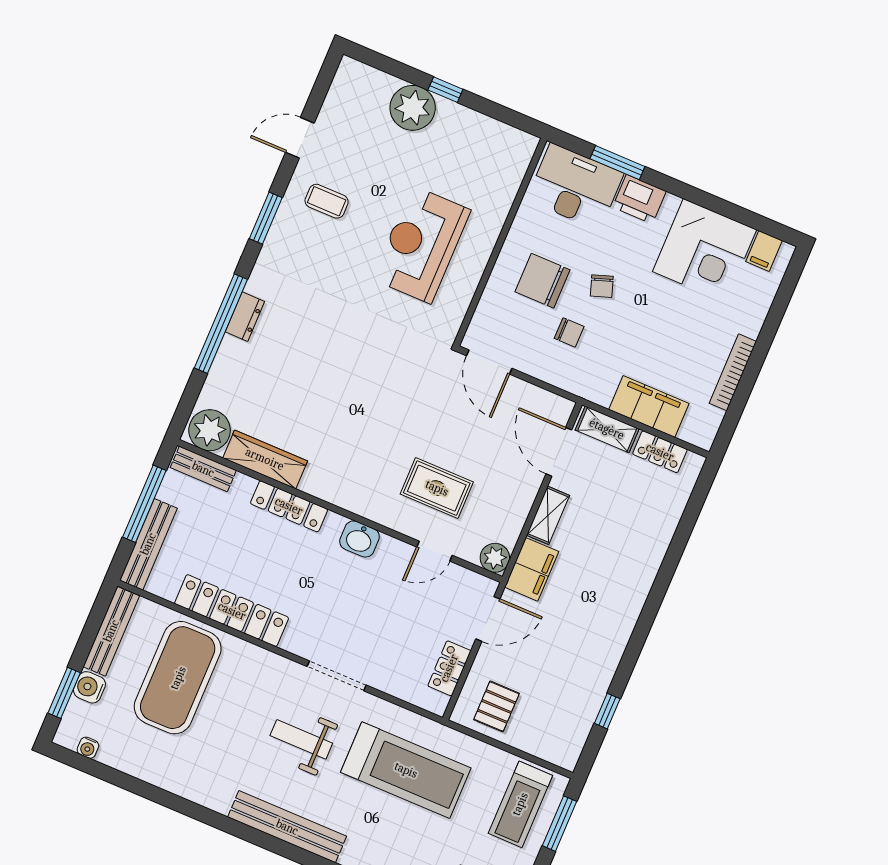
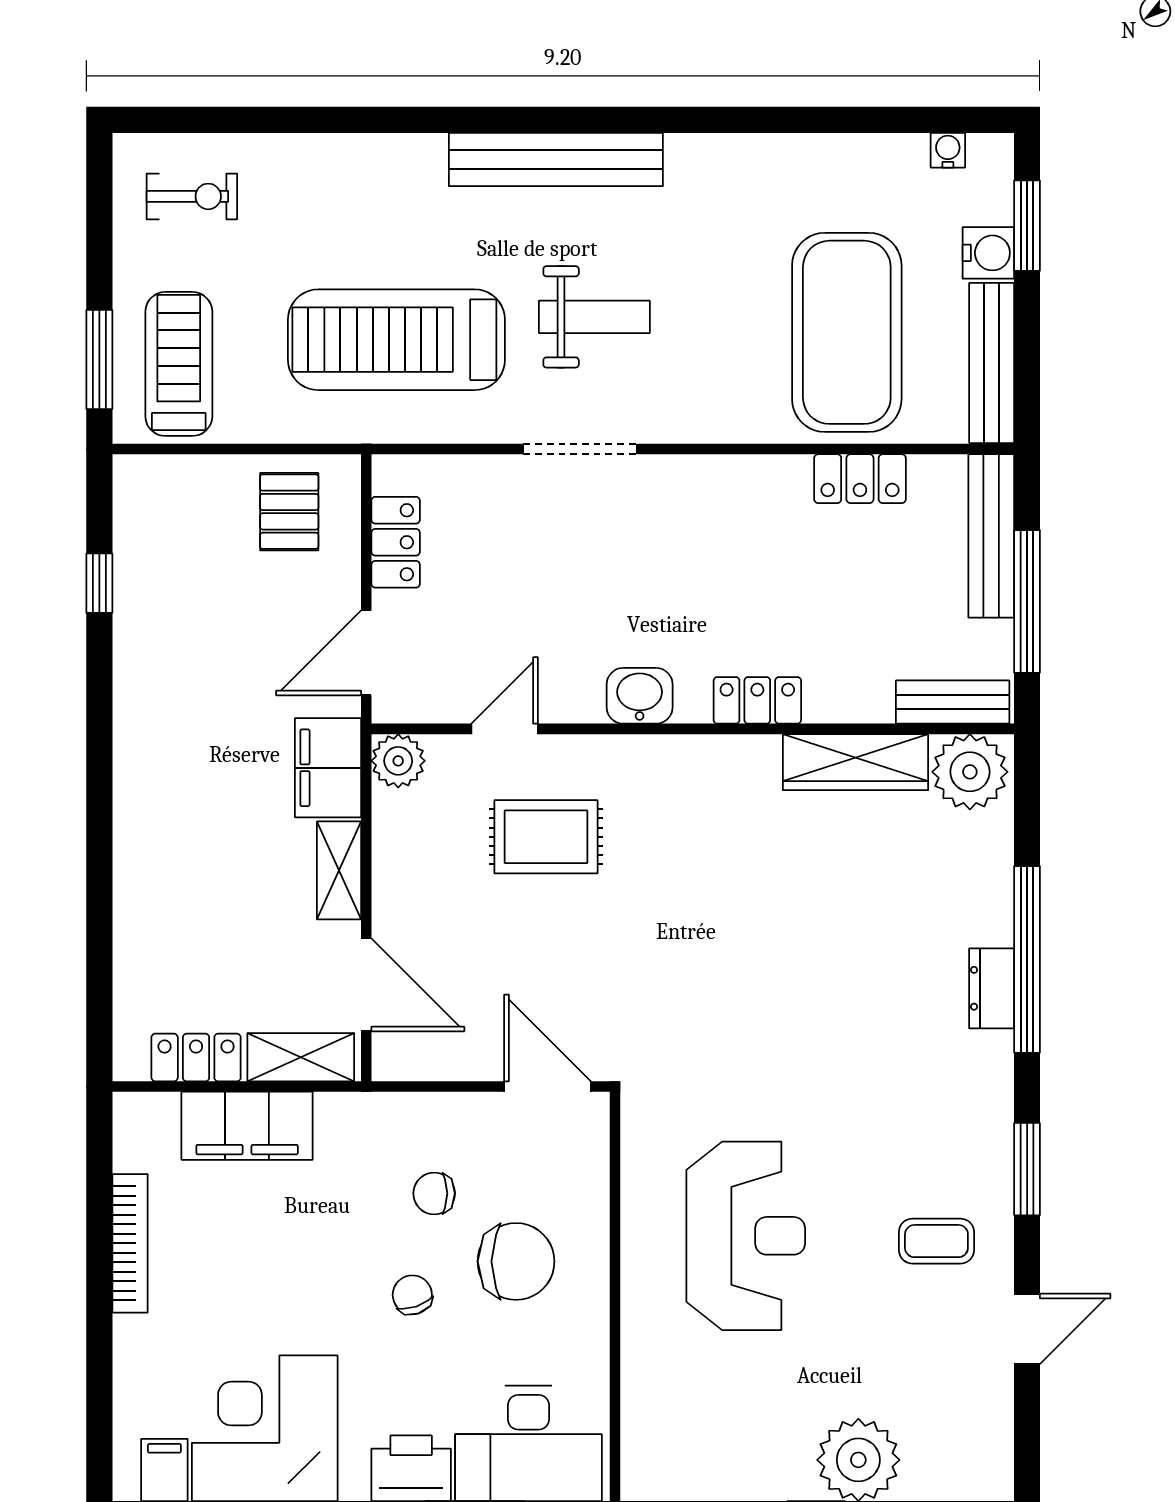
locker: (289, 506) -> (757, 700), width x0.66
locker: (232, 611) -> (860, 479), width x0.46, depth x0.83

